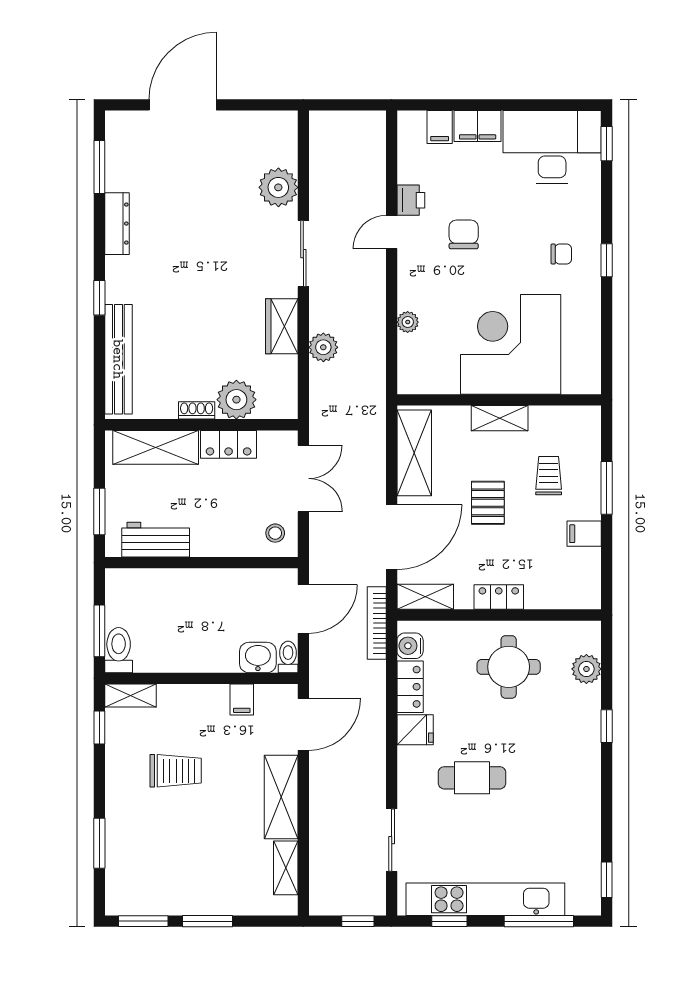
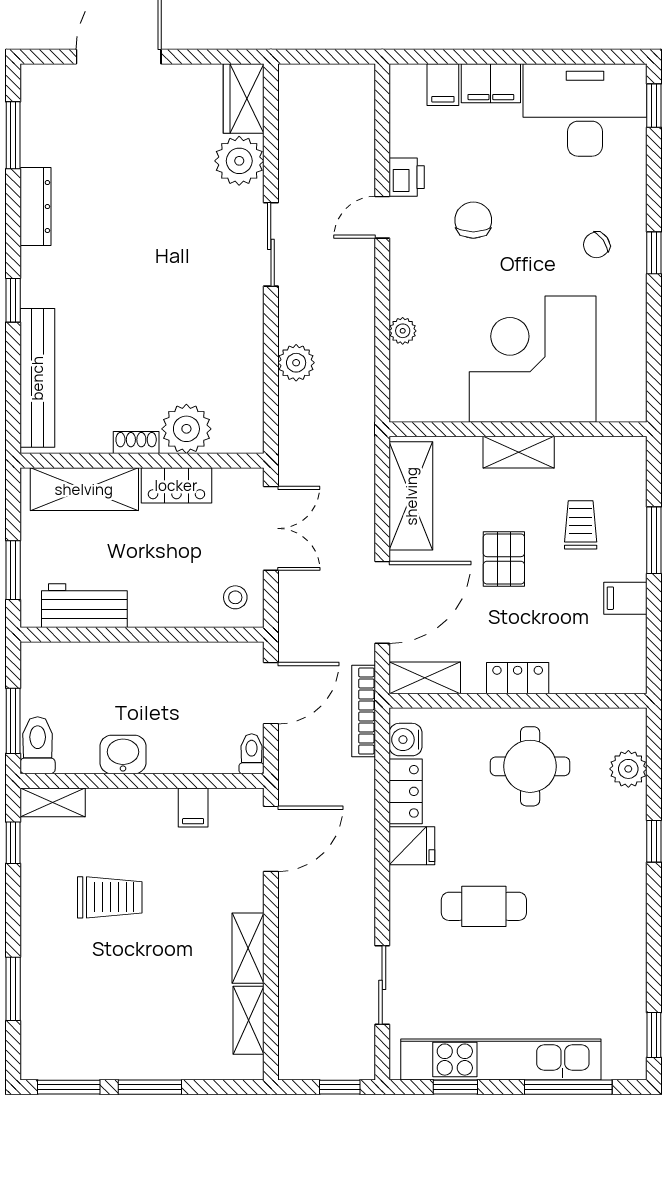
chair: (561, 254) -> (597, 245), turned 145
wardrobe: (282, 326) -> (244, 99), moved
washbasin: (258, 658) -> (123, 754), moved
shelving: (281, 797) -> (248, 948), width x0.67, depth x0.75

